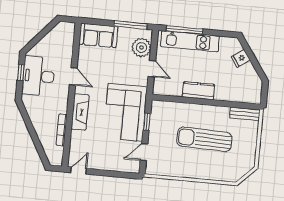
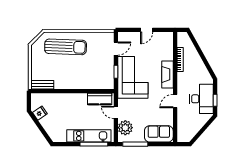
fridge: (241, 58) -> (40, 113), moved
door: (73, 76) -> (175, 101), hinge flipped
kitchen counter: (198, 91) -> (100, 99), moved
sun lounger: (204, 139) -> (66, 47), moved
door: (79, 171) -> (147, 30), moved

